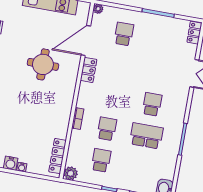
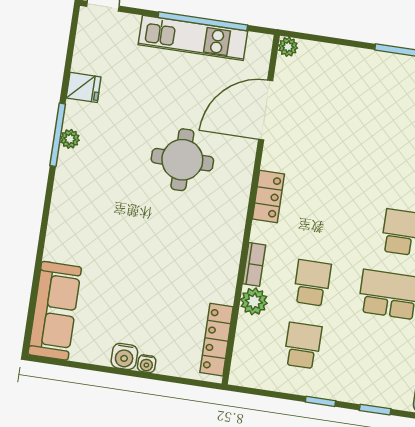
school desk: (124, 34) -> (340, 95), removed
locker: (89, 70) -> (268, 197), moved
plant: (71, 173) -> (254, 301), moved

